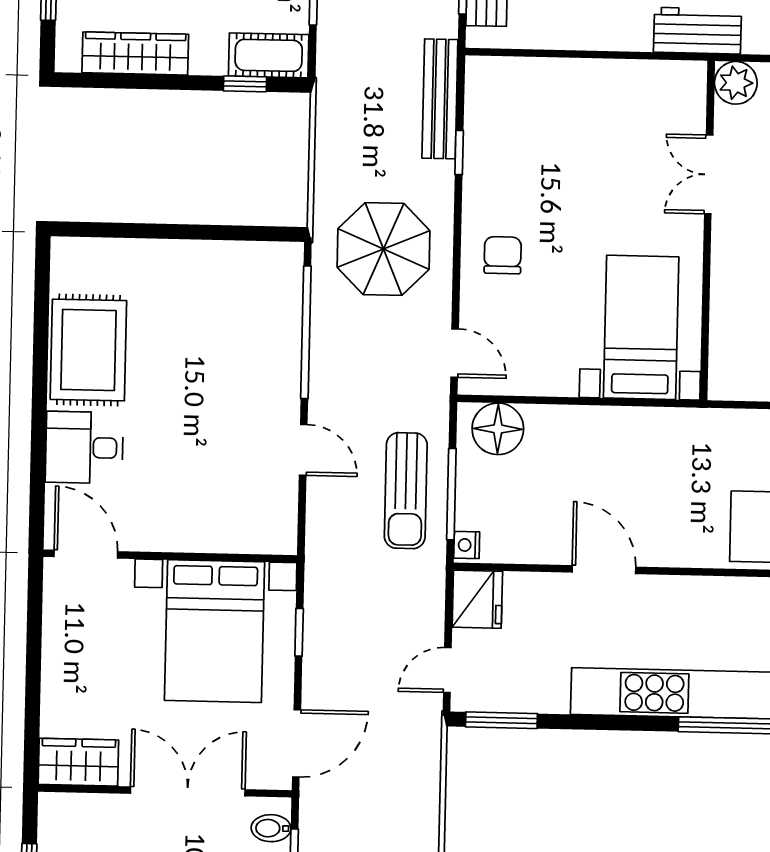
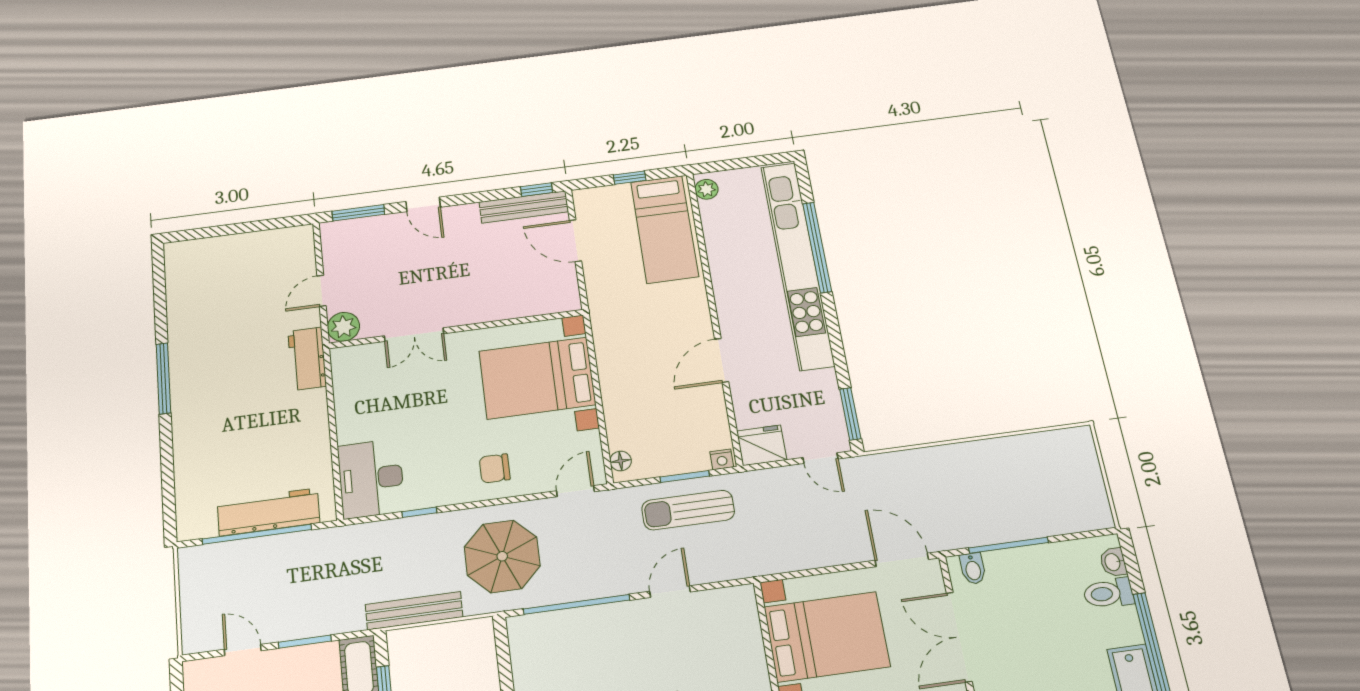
desk: (515, 96) -> (371, 479), added
bench: (440, 99) -> (414, 611), moved
bed with nightstands: (641, 327) -> (537, 378), width x1.36
floor lamp: (498, 429) -> (621, 461), width x0.53, depth x0.53
sun lounger: (406, 491) -> (688, 510), turned 180
window: (451, 494) -> (685, 476), width x0.69
window: (299, 632) -> (814, 572), removed

